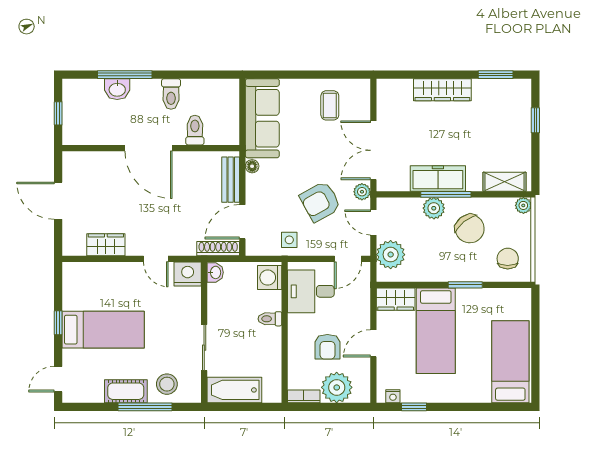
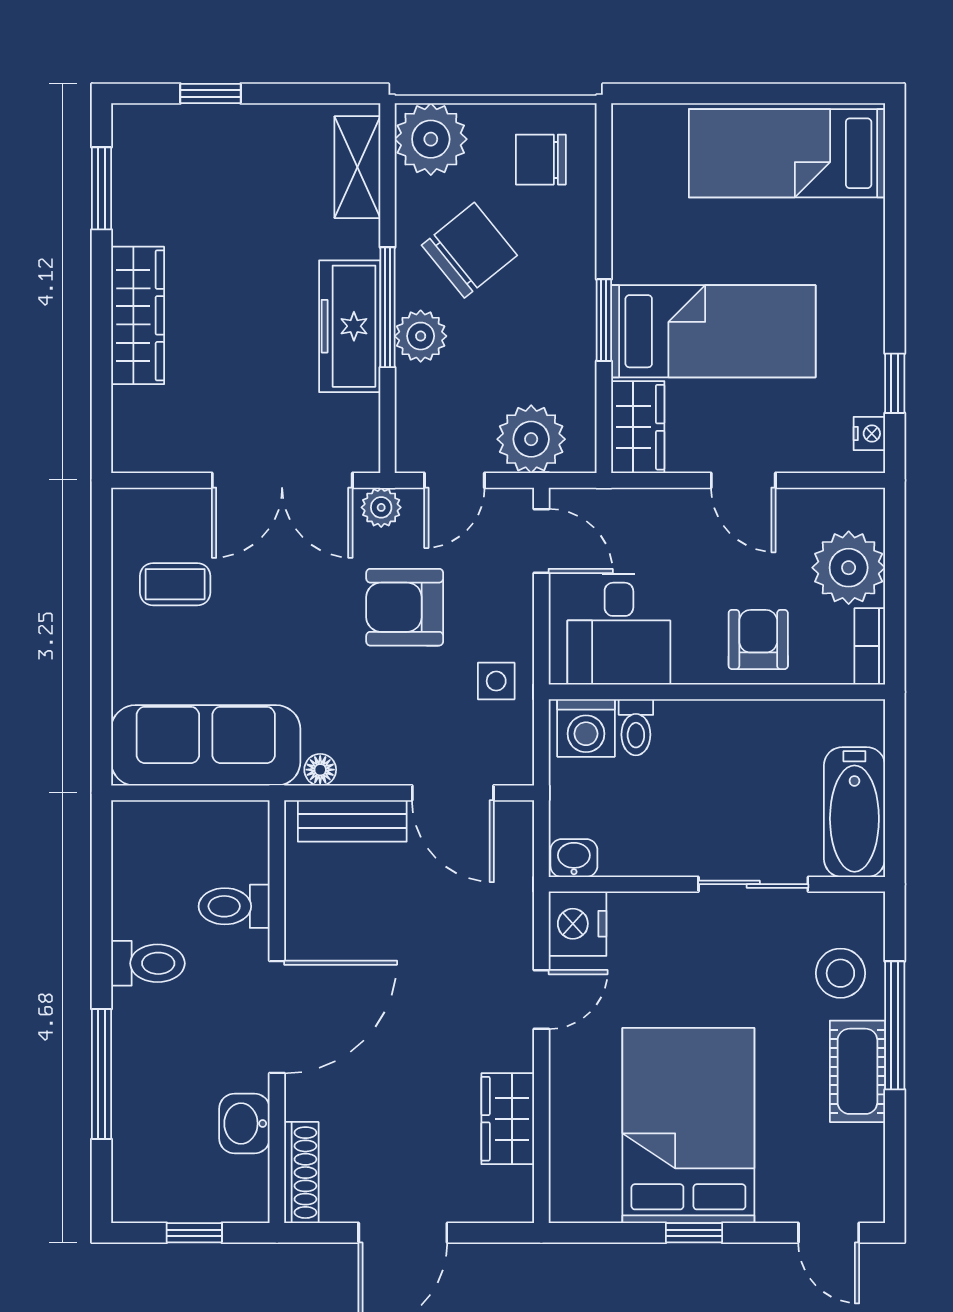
washbasin: (117, 89) -> (244, 1124), moved, turned 180
armchair: (320, 202) -> (405, 607), turned 119
plant: (523, 205) -> (431, 139), width x1.88, depth x1.88
shoe rack: (218, 249) -> (301, 1173), moved, turned 180
window: (465, 285) -> (604, 320), moved
toilet: (270, 319) -> (636, 727), moved
bed: (103, 330) -> (688, 1125), width x1.50
armchair: (327, 347) -> (758, 639), moved, turned -90

